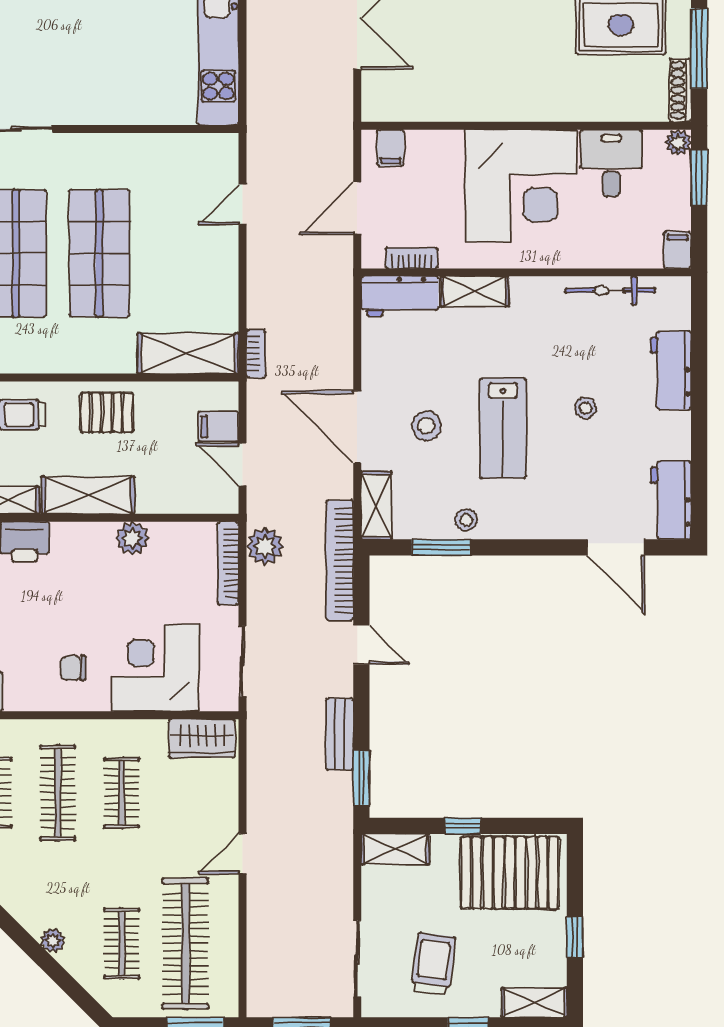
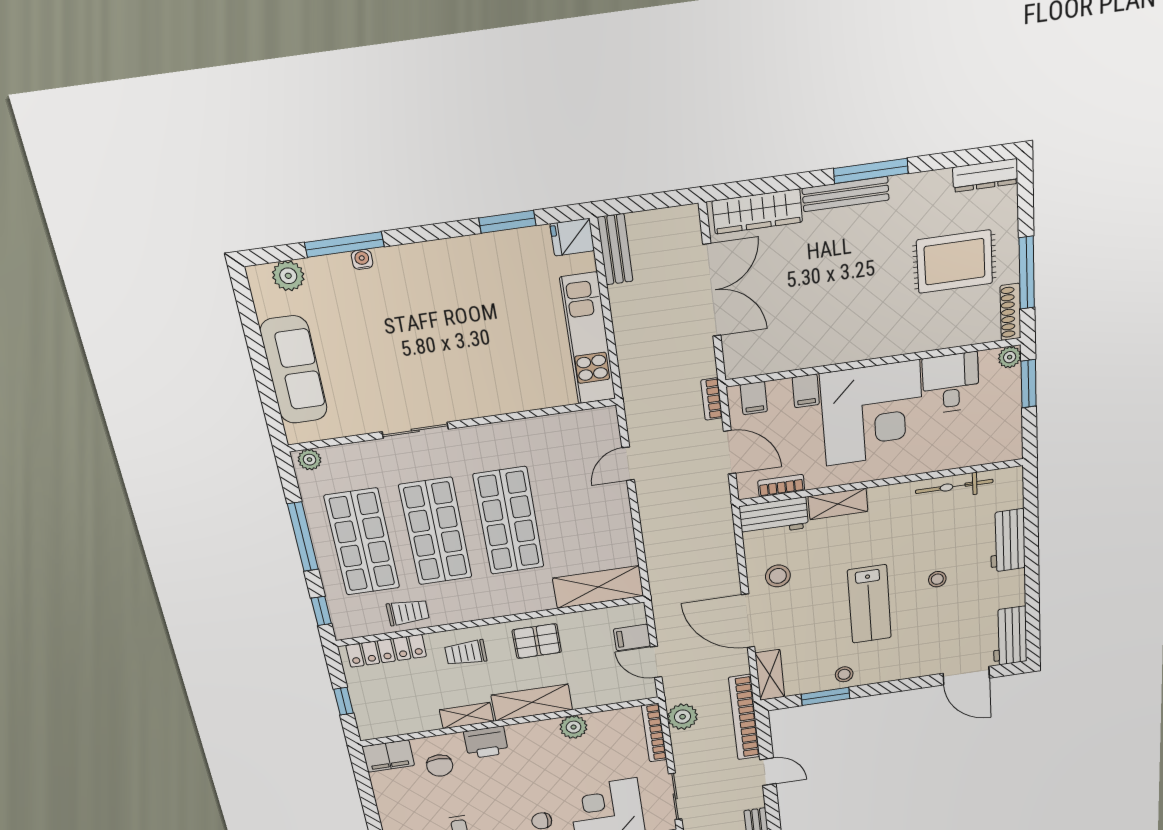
door: (357, 208) -> (730, 452), swing flipped
filing cabinet: (677, 250) -> (806, 391), moved, turned 180
bookcase: (256, 354) -> (712, 399), moved, turned 180
stool: (426, 426) -> (778, 576), moved

